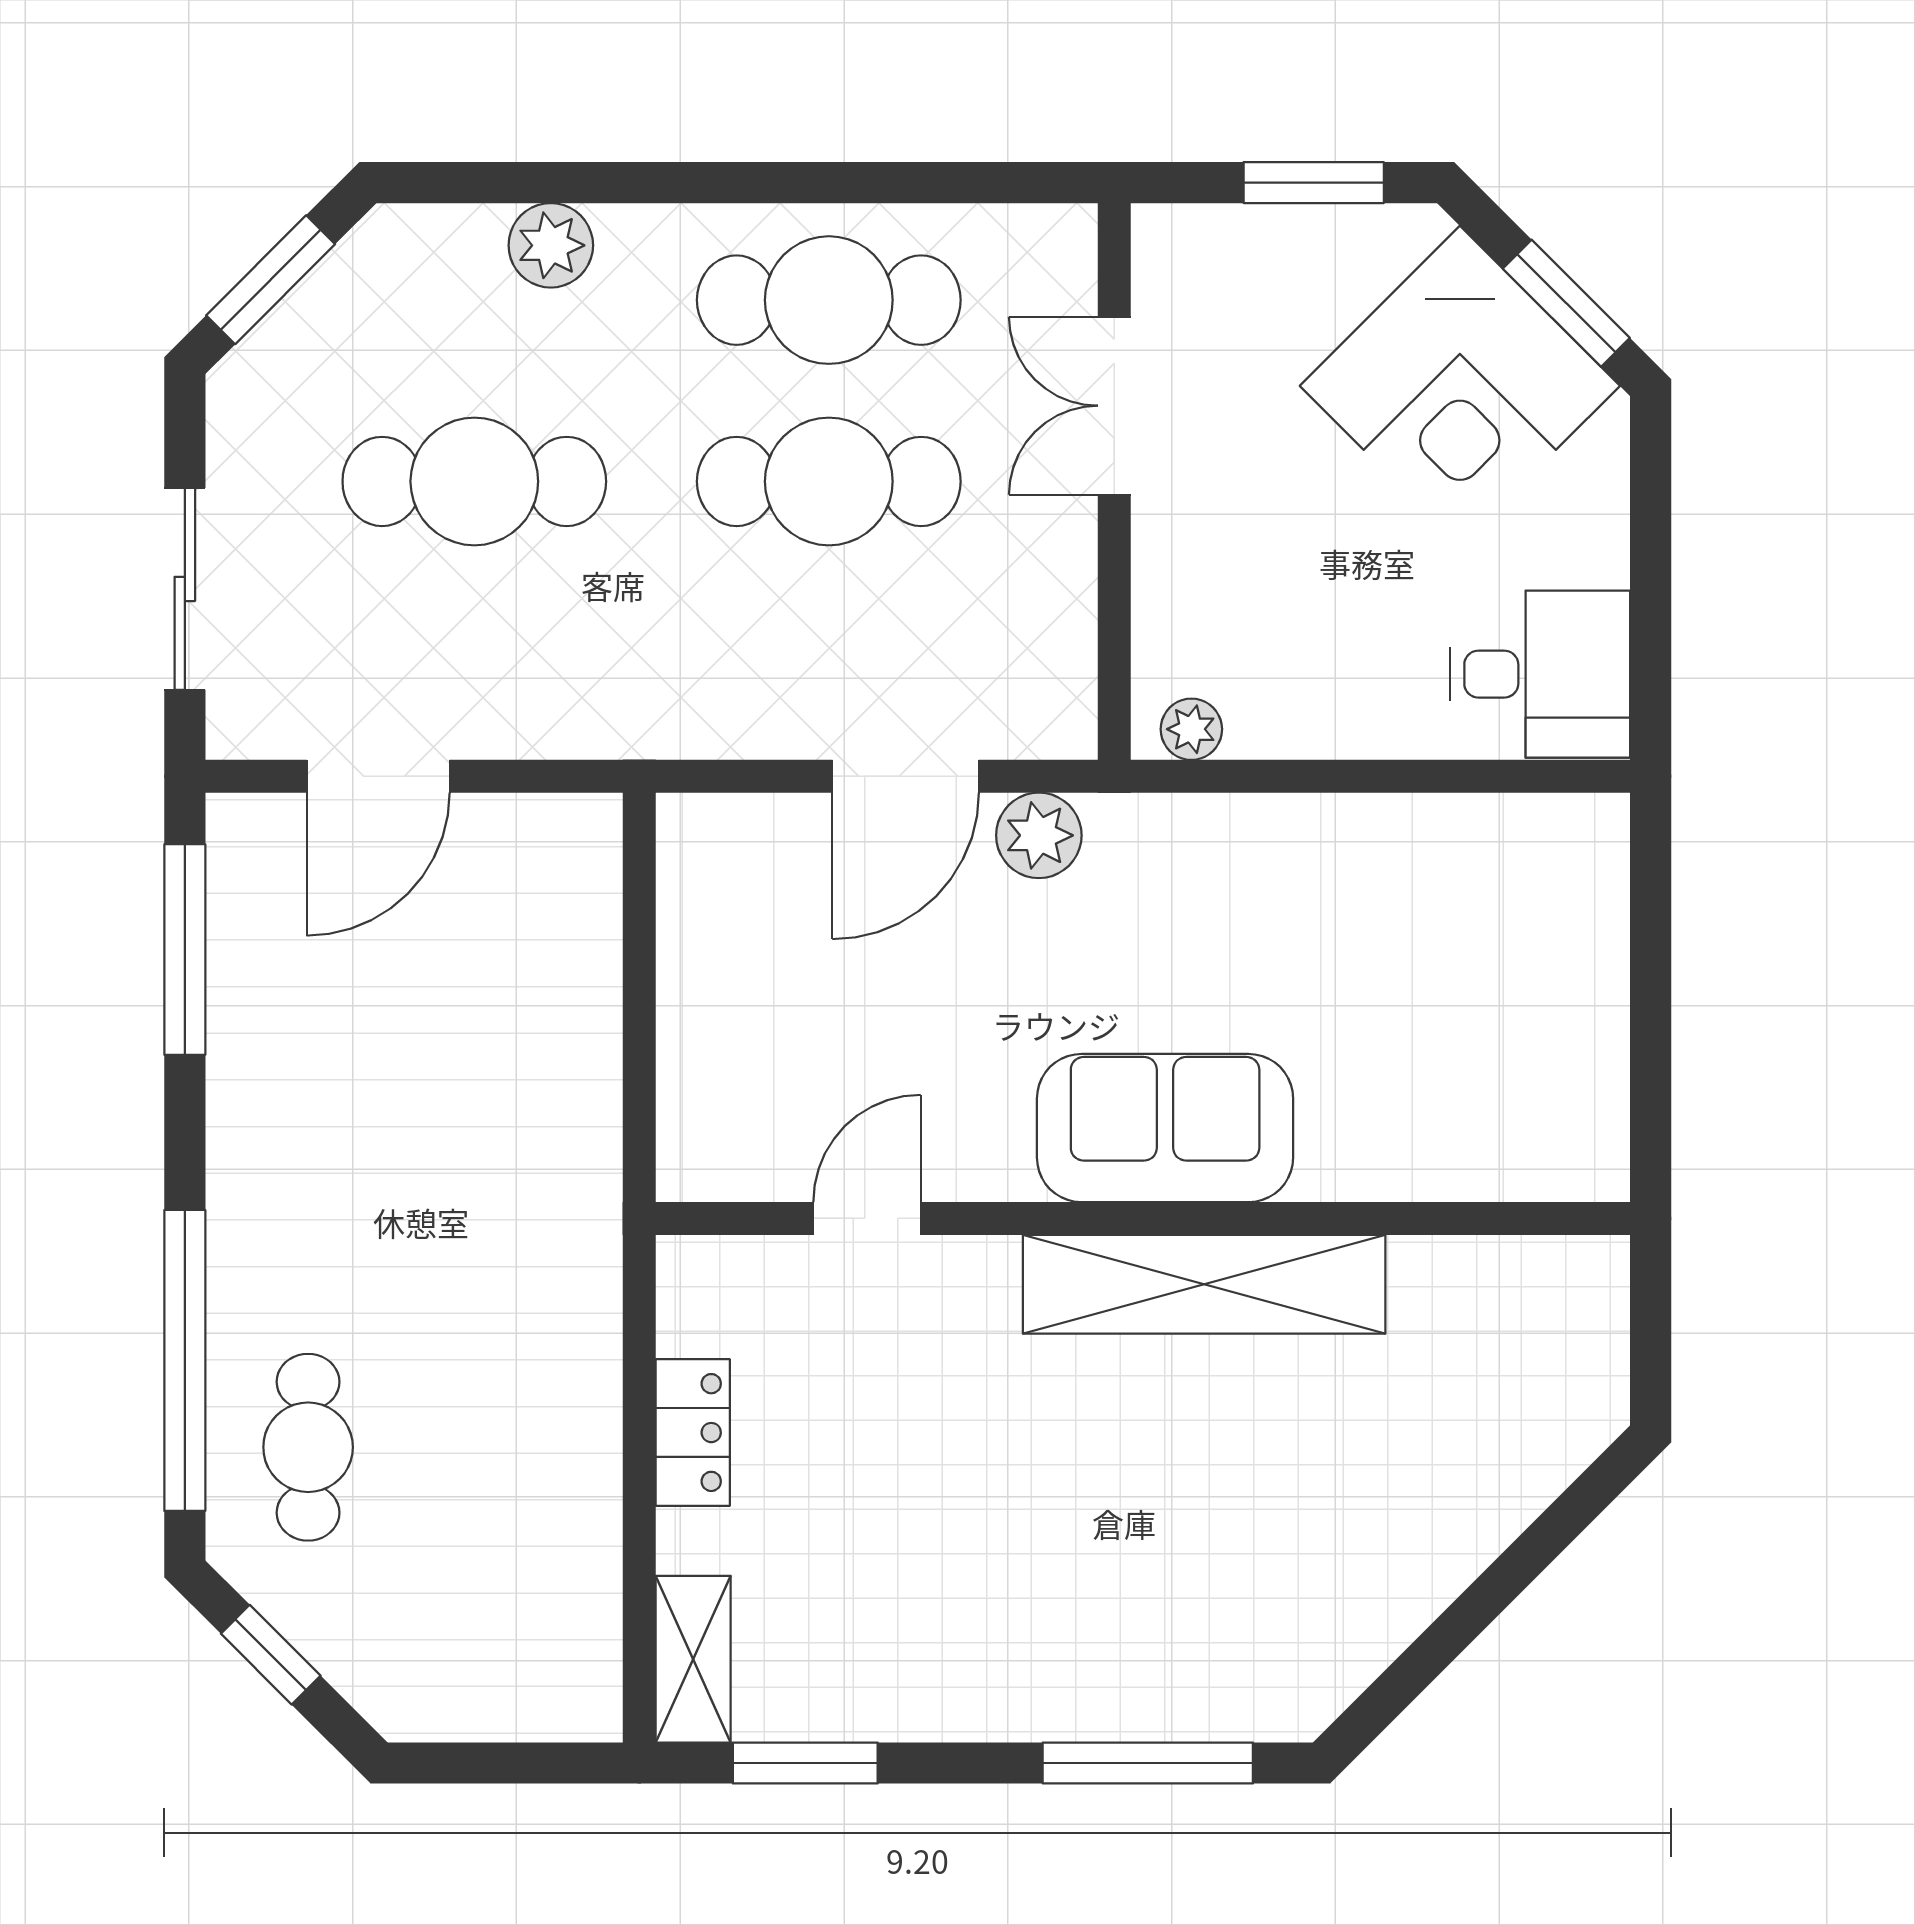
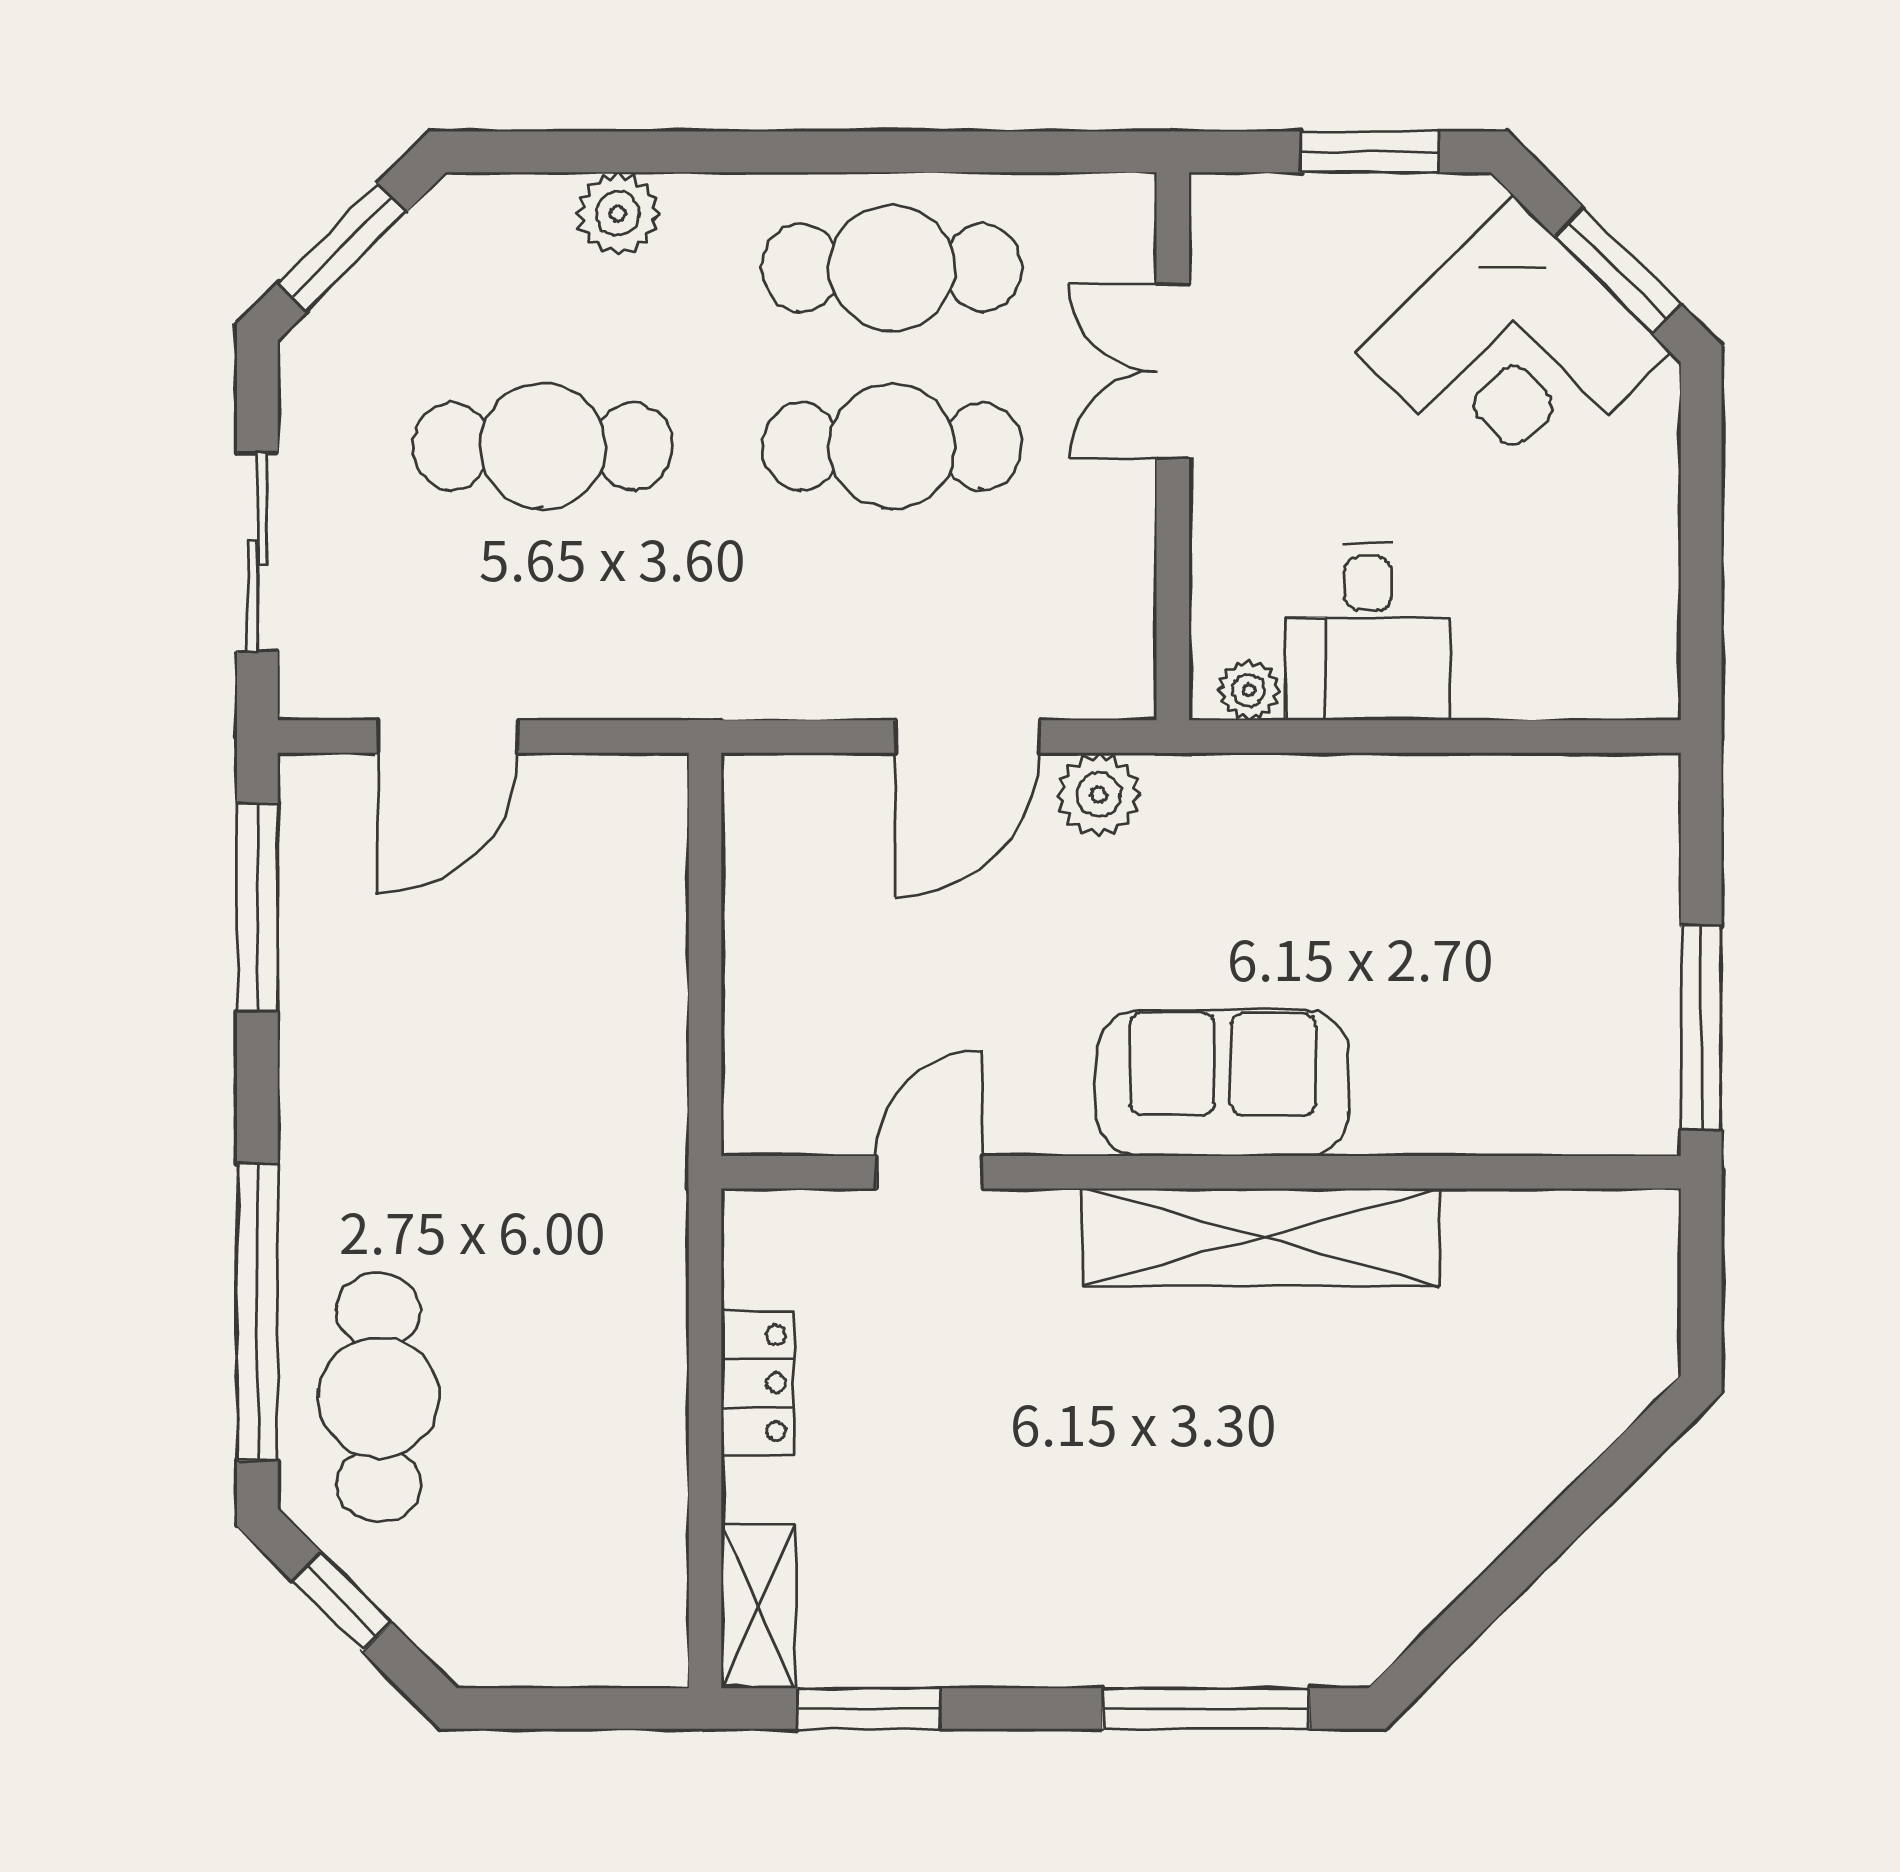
desk: (1540, 674) -> (1368, 632), moved, turned 90
window: (1651, 1072) -> (1701, 1028), added
cafe table: (308, 1447) -> (379, 1398), width x1.37, depth x1.35

